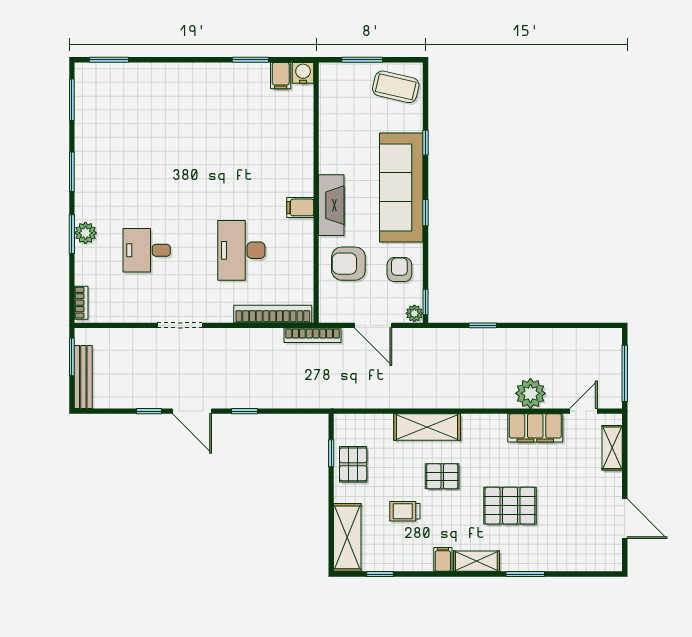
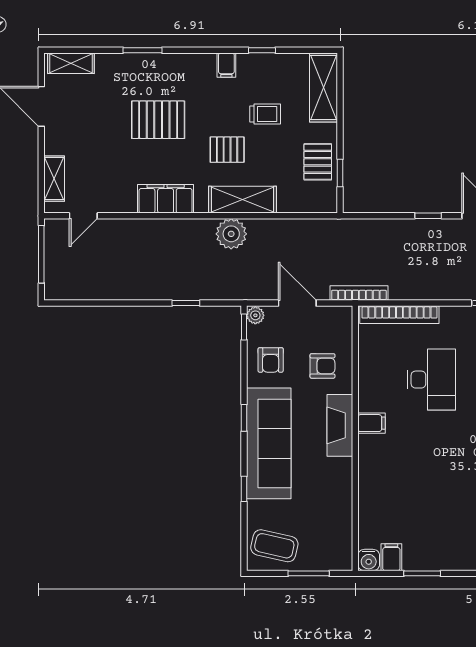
armchair: (348, 264) -> (322, 366), width x0.72, depth x0.72
plant: (530, 393) -> (231, 234), moved
filing cabinet: (535, 428) -> (166, 199), moved
shelving: (476, 561) -> (71, 63), moved
window: (380, 574) -> (262, 50), moved

